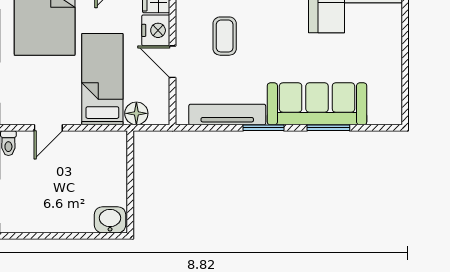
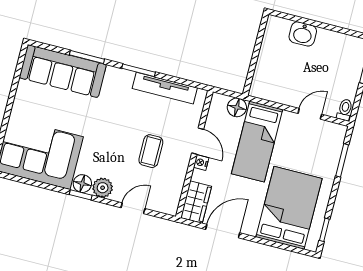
nightstand: (156, 30) -> (201, 163), width x0.53, depth x0.56
sofa: (317, 104) -> (63, 71), moved
washbasin: (110, 220) -> (303, 34), moved

